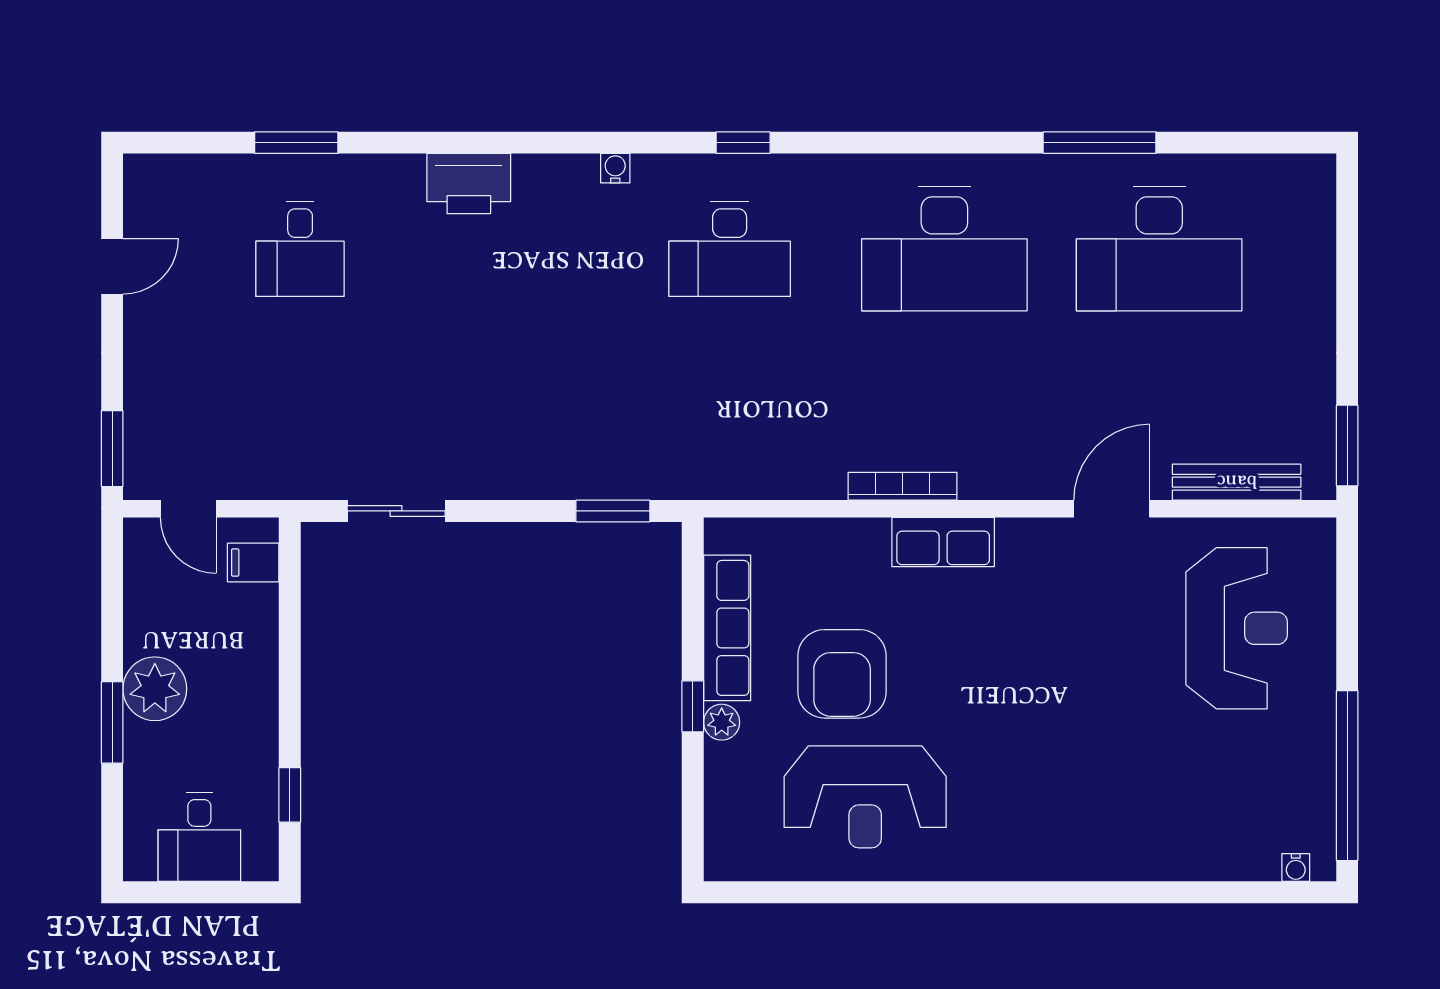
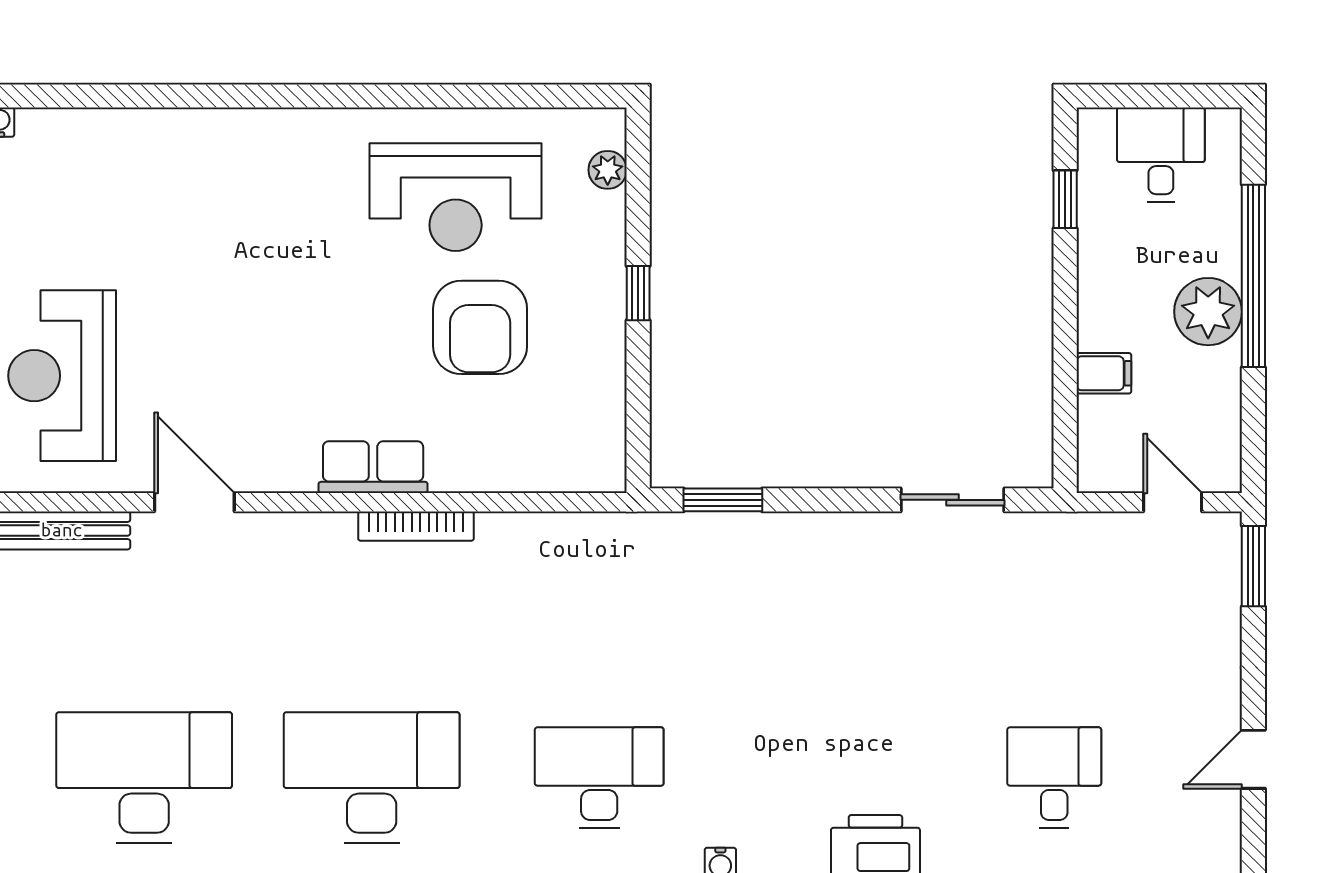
door: (1112, 509) -> (194, 502), swing flipped
filing cabinet: (253, 562) -> (1104, 373), moved
row of seats: (727, 628) -> (602, 376), removed
armchair: (842, 674) -> (480, 327), turned 180
window: (112, 722) -> (1253, 276), width x2.11
plant: (722, 722) -> (608, 170), moved
reception desk: (865, 797) -> (456, 197), turned 180

